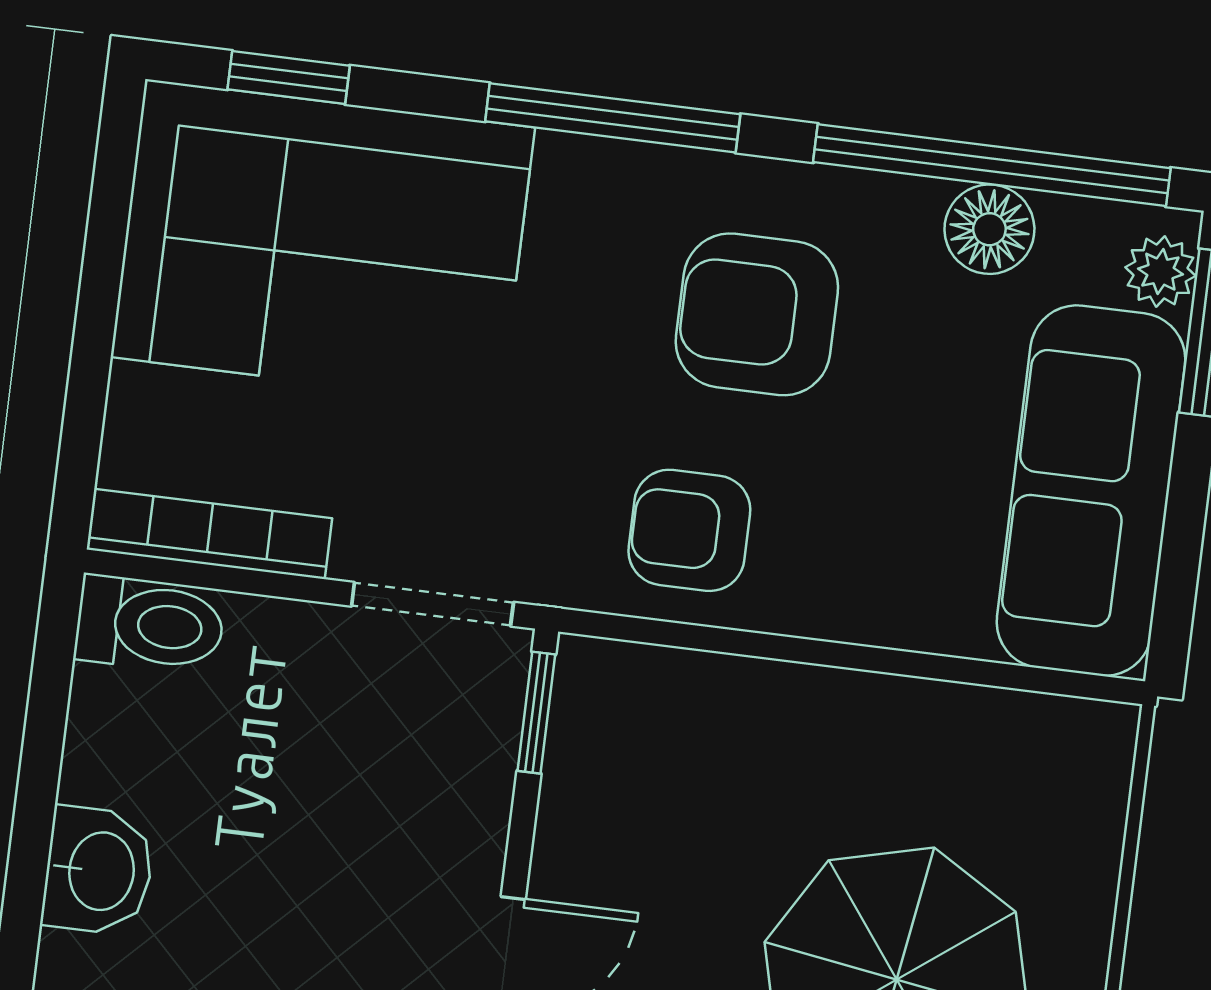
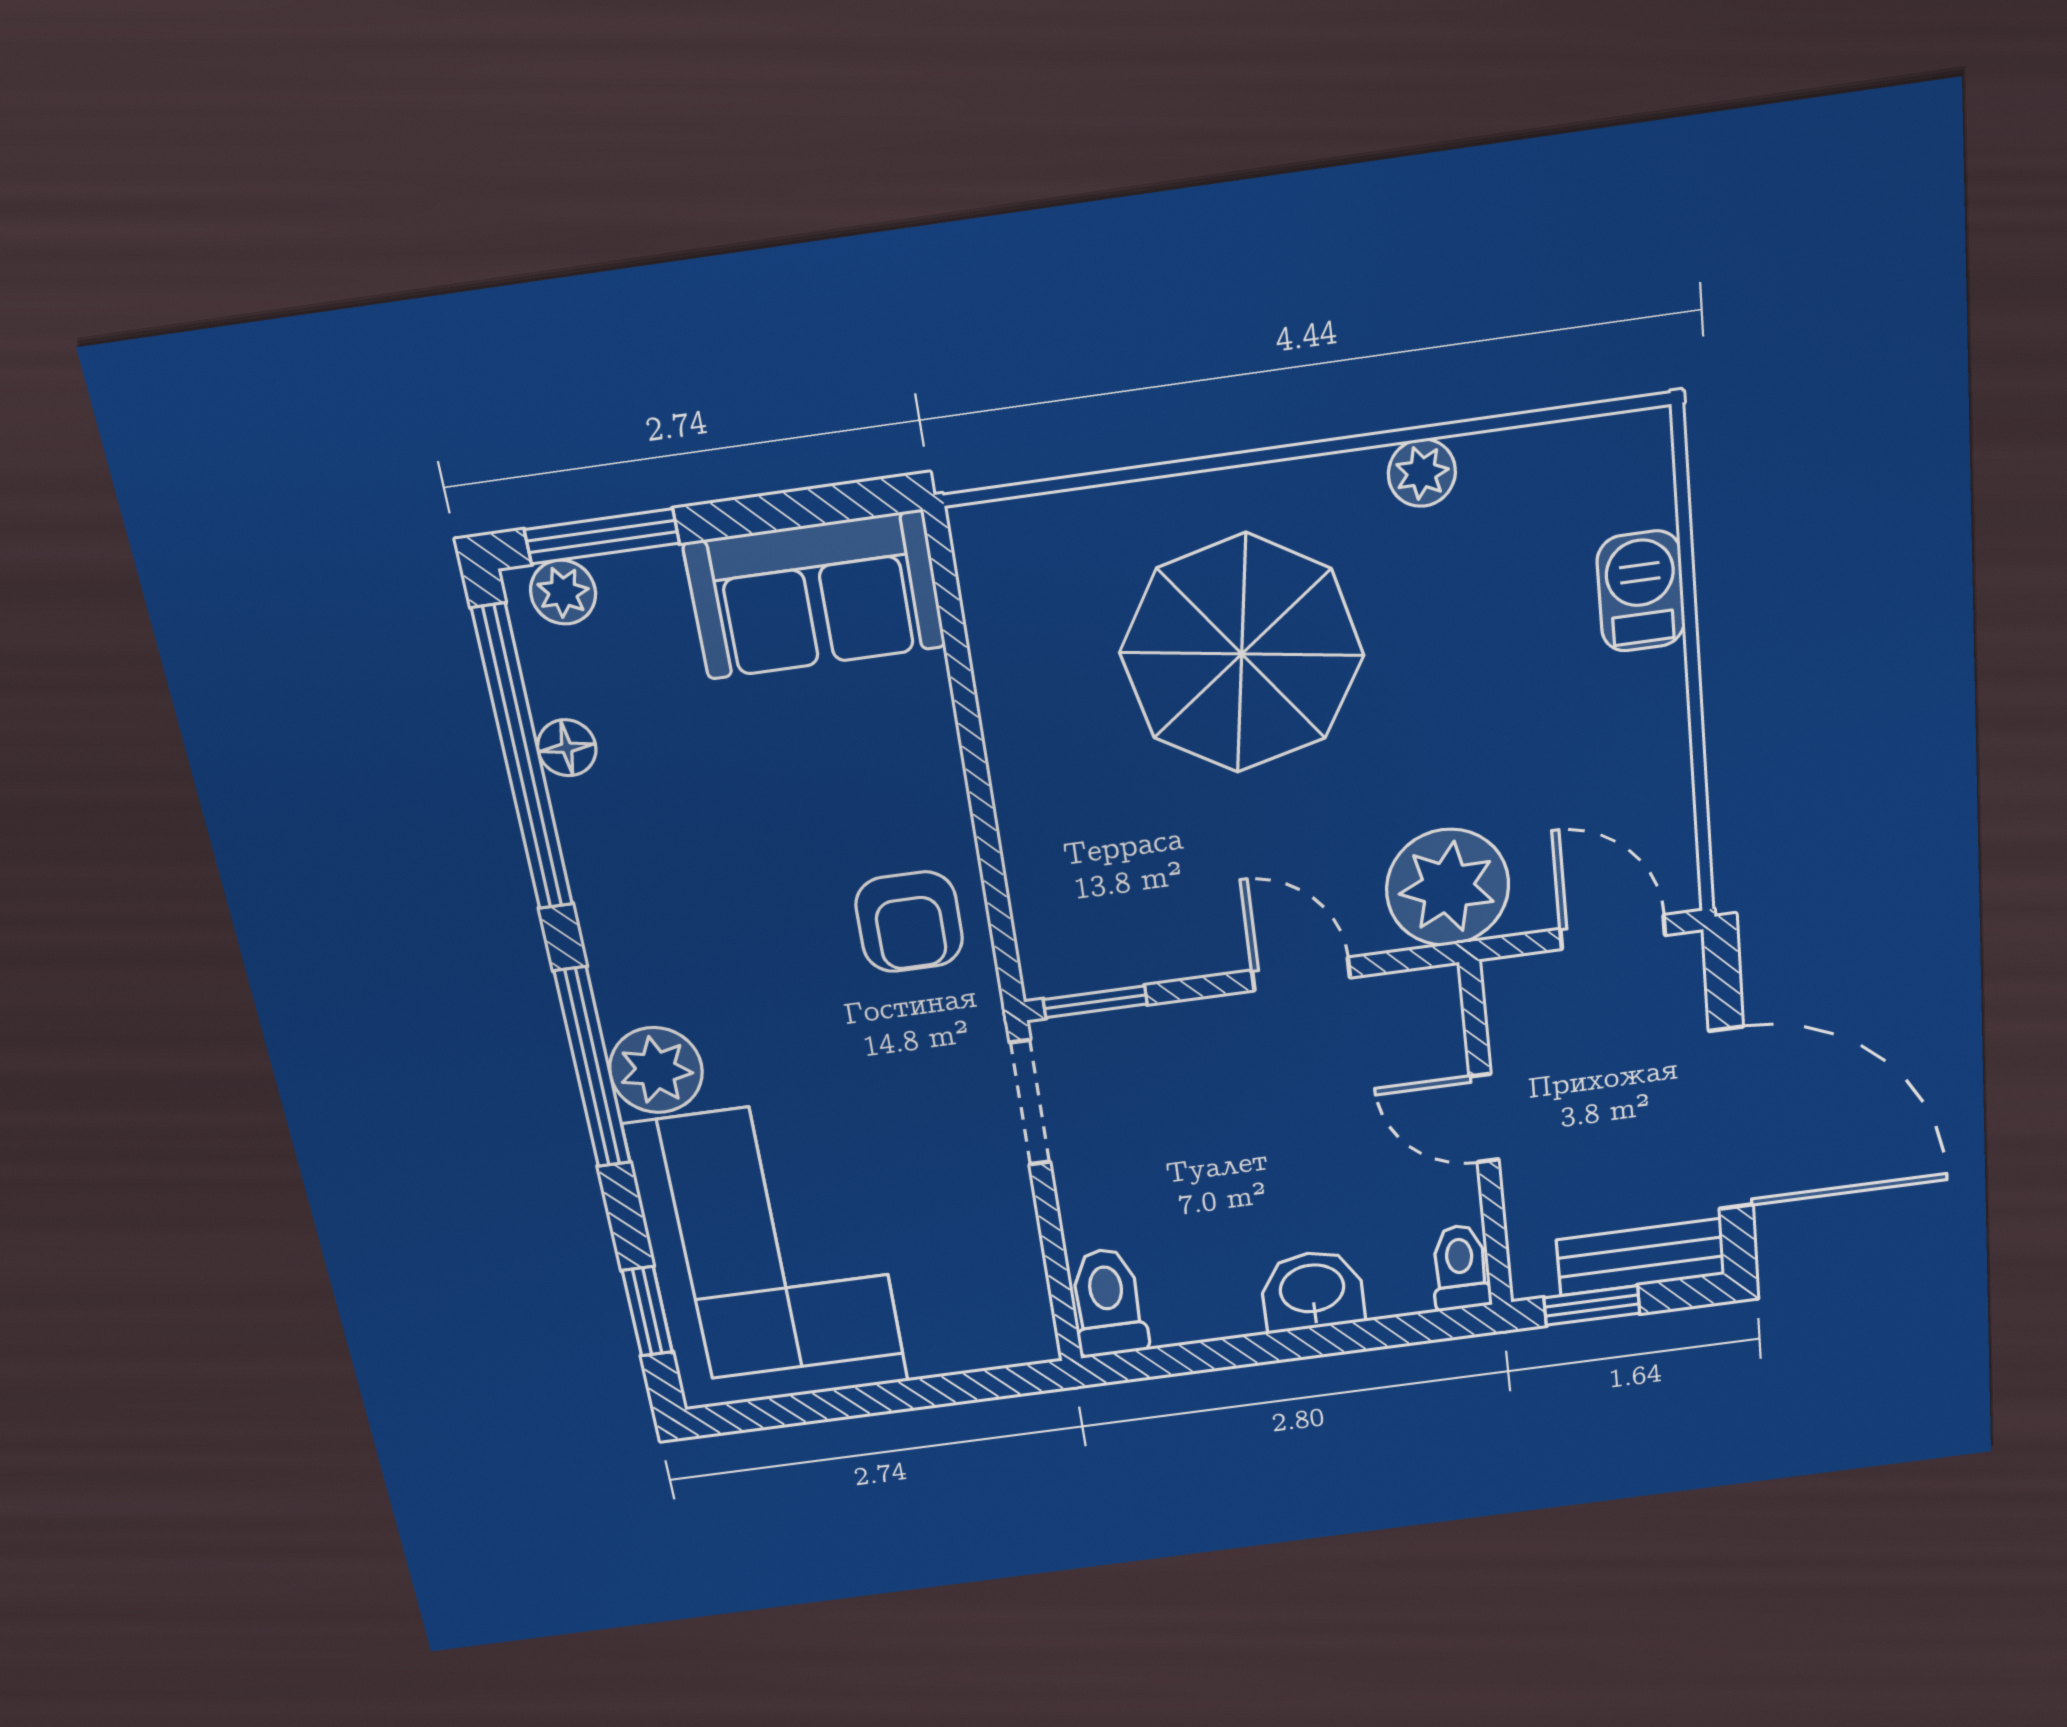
plant: (590, 189) -> (656, 1070), added
floor lamp: (989, 229) -> (567, 748), width x0.73, depth x0.73
armchair: (757, 314) -> (713, 915), removed
sofa: (1091, 491) -> (815, 595), width x0.73
bookcase: (209, 534) -> (1024, 1278), removed

